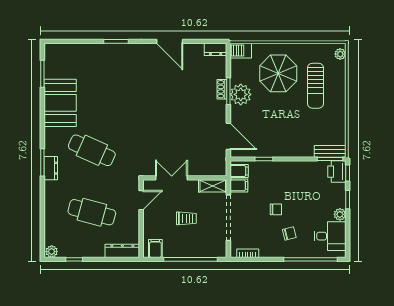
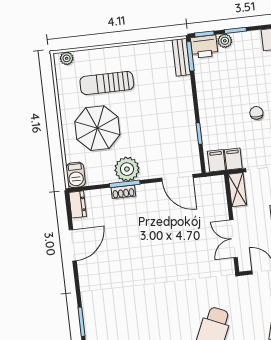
door: (170, 41) -> (73, 245), moved
sun lounger: (315, 86) -> (107, 83), turned 180
door: (228, 136) -> (177, 178), swing flipped
plant: (340, 214) -> (225, 41), moved

